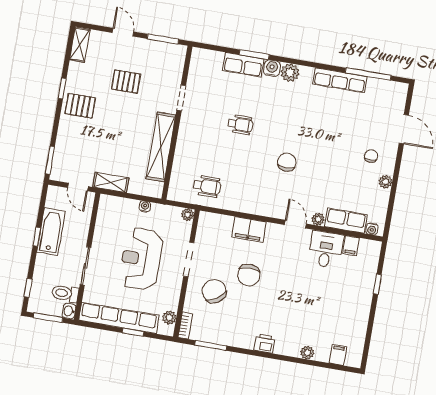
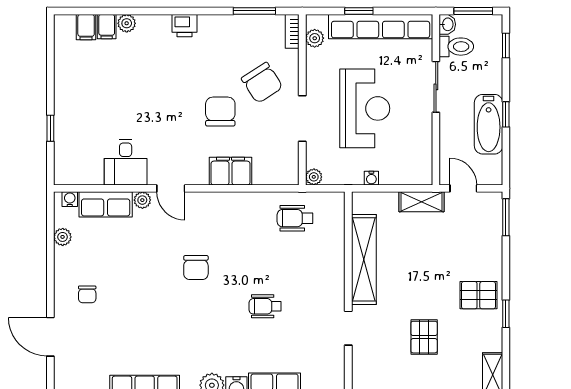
pallet: (126, 82) -> (424, 337), turned 90
plant: (385, 182) -> (63, 237), moved
filing cabinet: (351, 246) -> (107, 27), moved, turned 180

